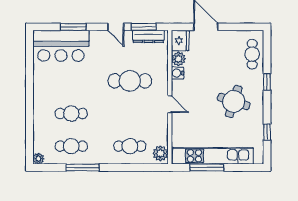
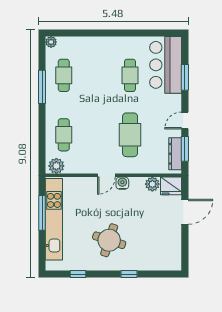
cafe table: (252, 54) -> (157, 259), removed
water cooler: (177, 73) -> (122, 183), moved
cafe table: (71, 114) -> (130, 75), moved

